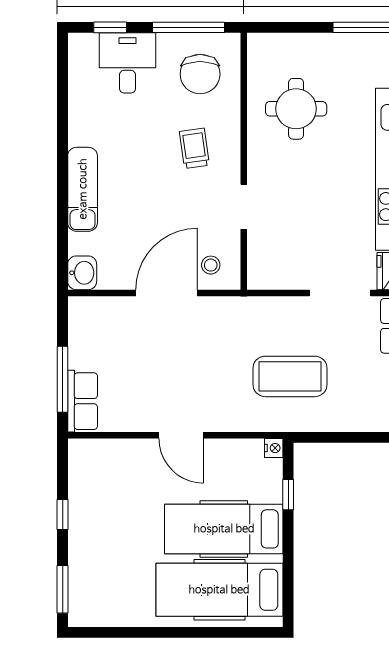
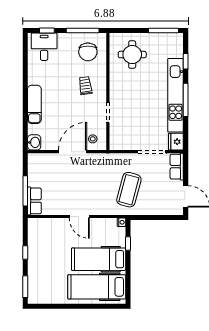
desk: (128, 63) -> (44, 47), moved
round table: (296, 109) -> (132, 55), moved
coffee table: (290, 376) -> (129, 190), turned -75

